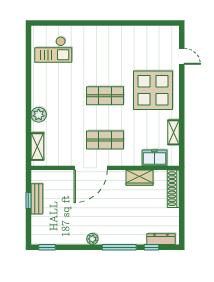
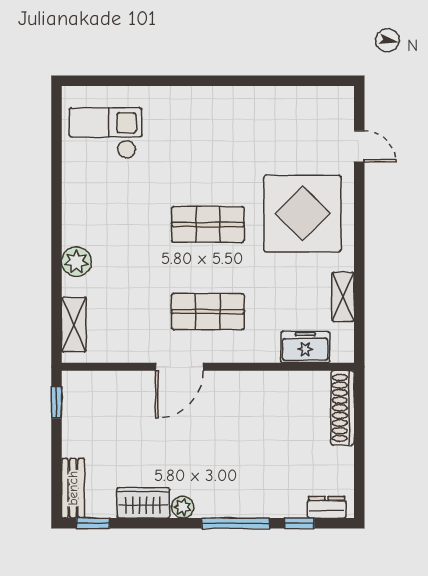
checkout: (53, 50) -> (106, 133), turned 180
door: (91, 168) -> (179, 367), width x0.73
wardrobe: (140, 178) -> (143, 503), moved, turned 180
bench: (37, 199) -> (73, 488), moved
window: (28, 201) -> (56, 402), moved
dresser: (161, 239) -> (327, 507), width x0.70

